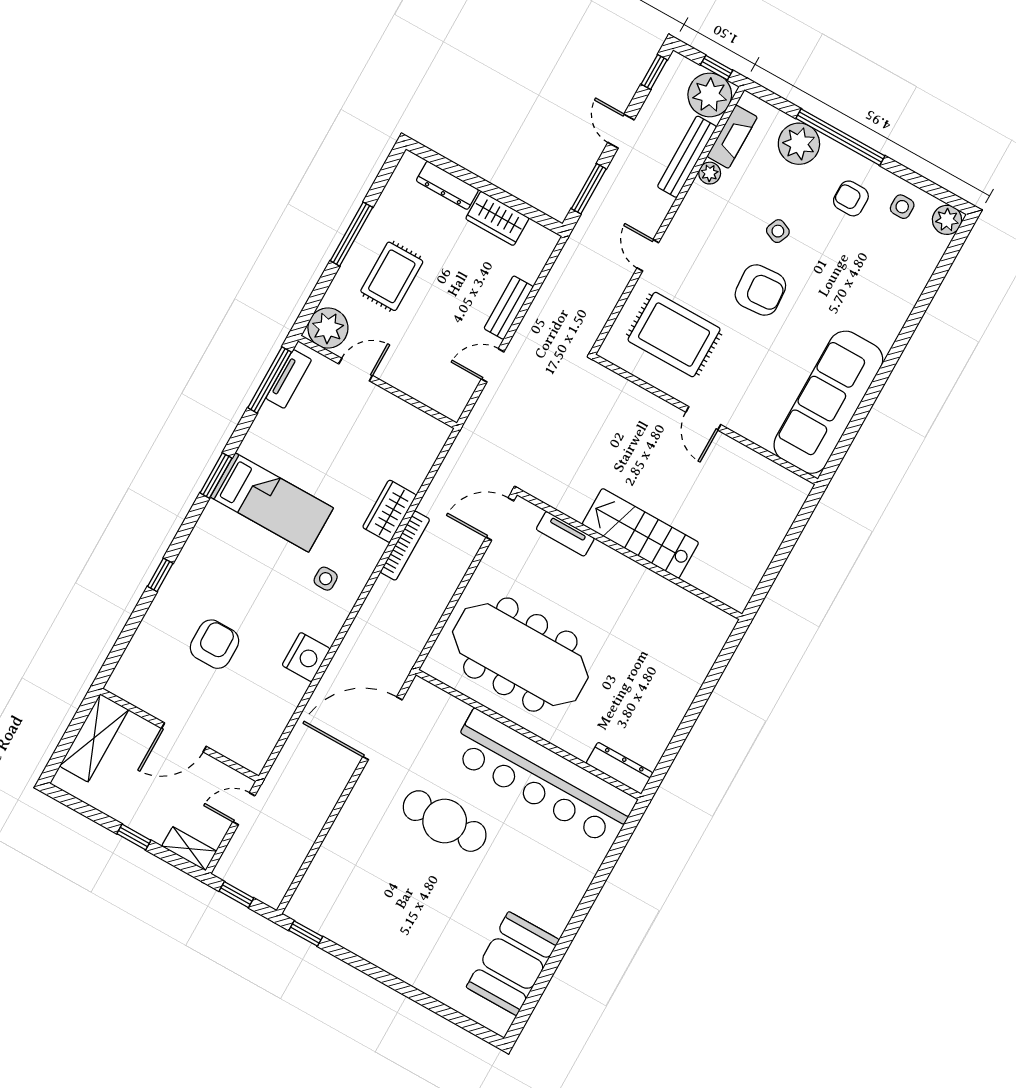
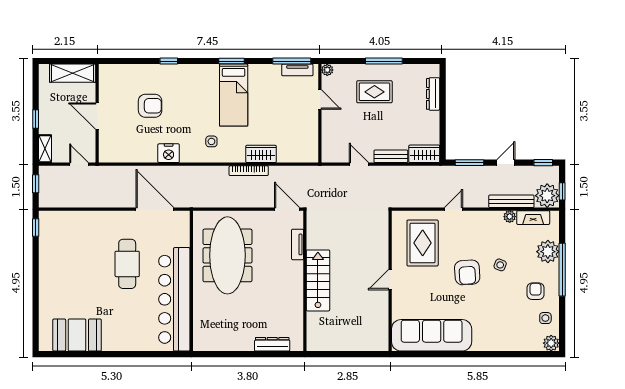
wardrobe: (497, 218) -> (424, 154), moved, turned 90
plant: (328, 328) -> (327, 70), width x0.53, depth x0.53
dresser: (619, 768) -> (272, 344), moved, turned -90

